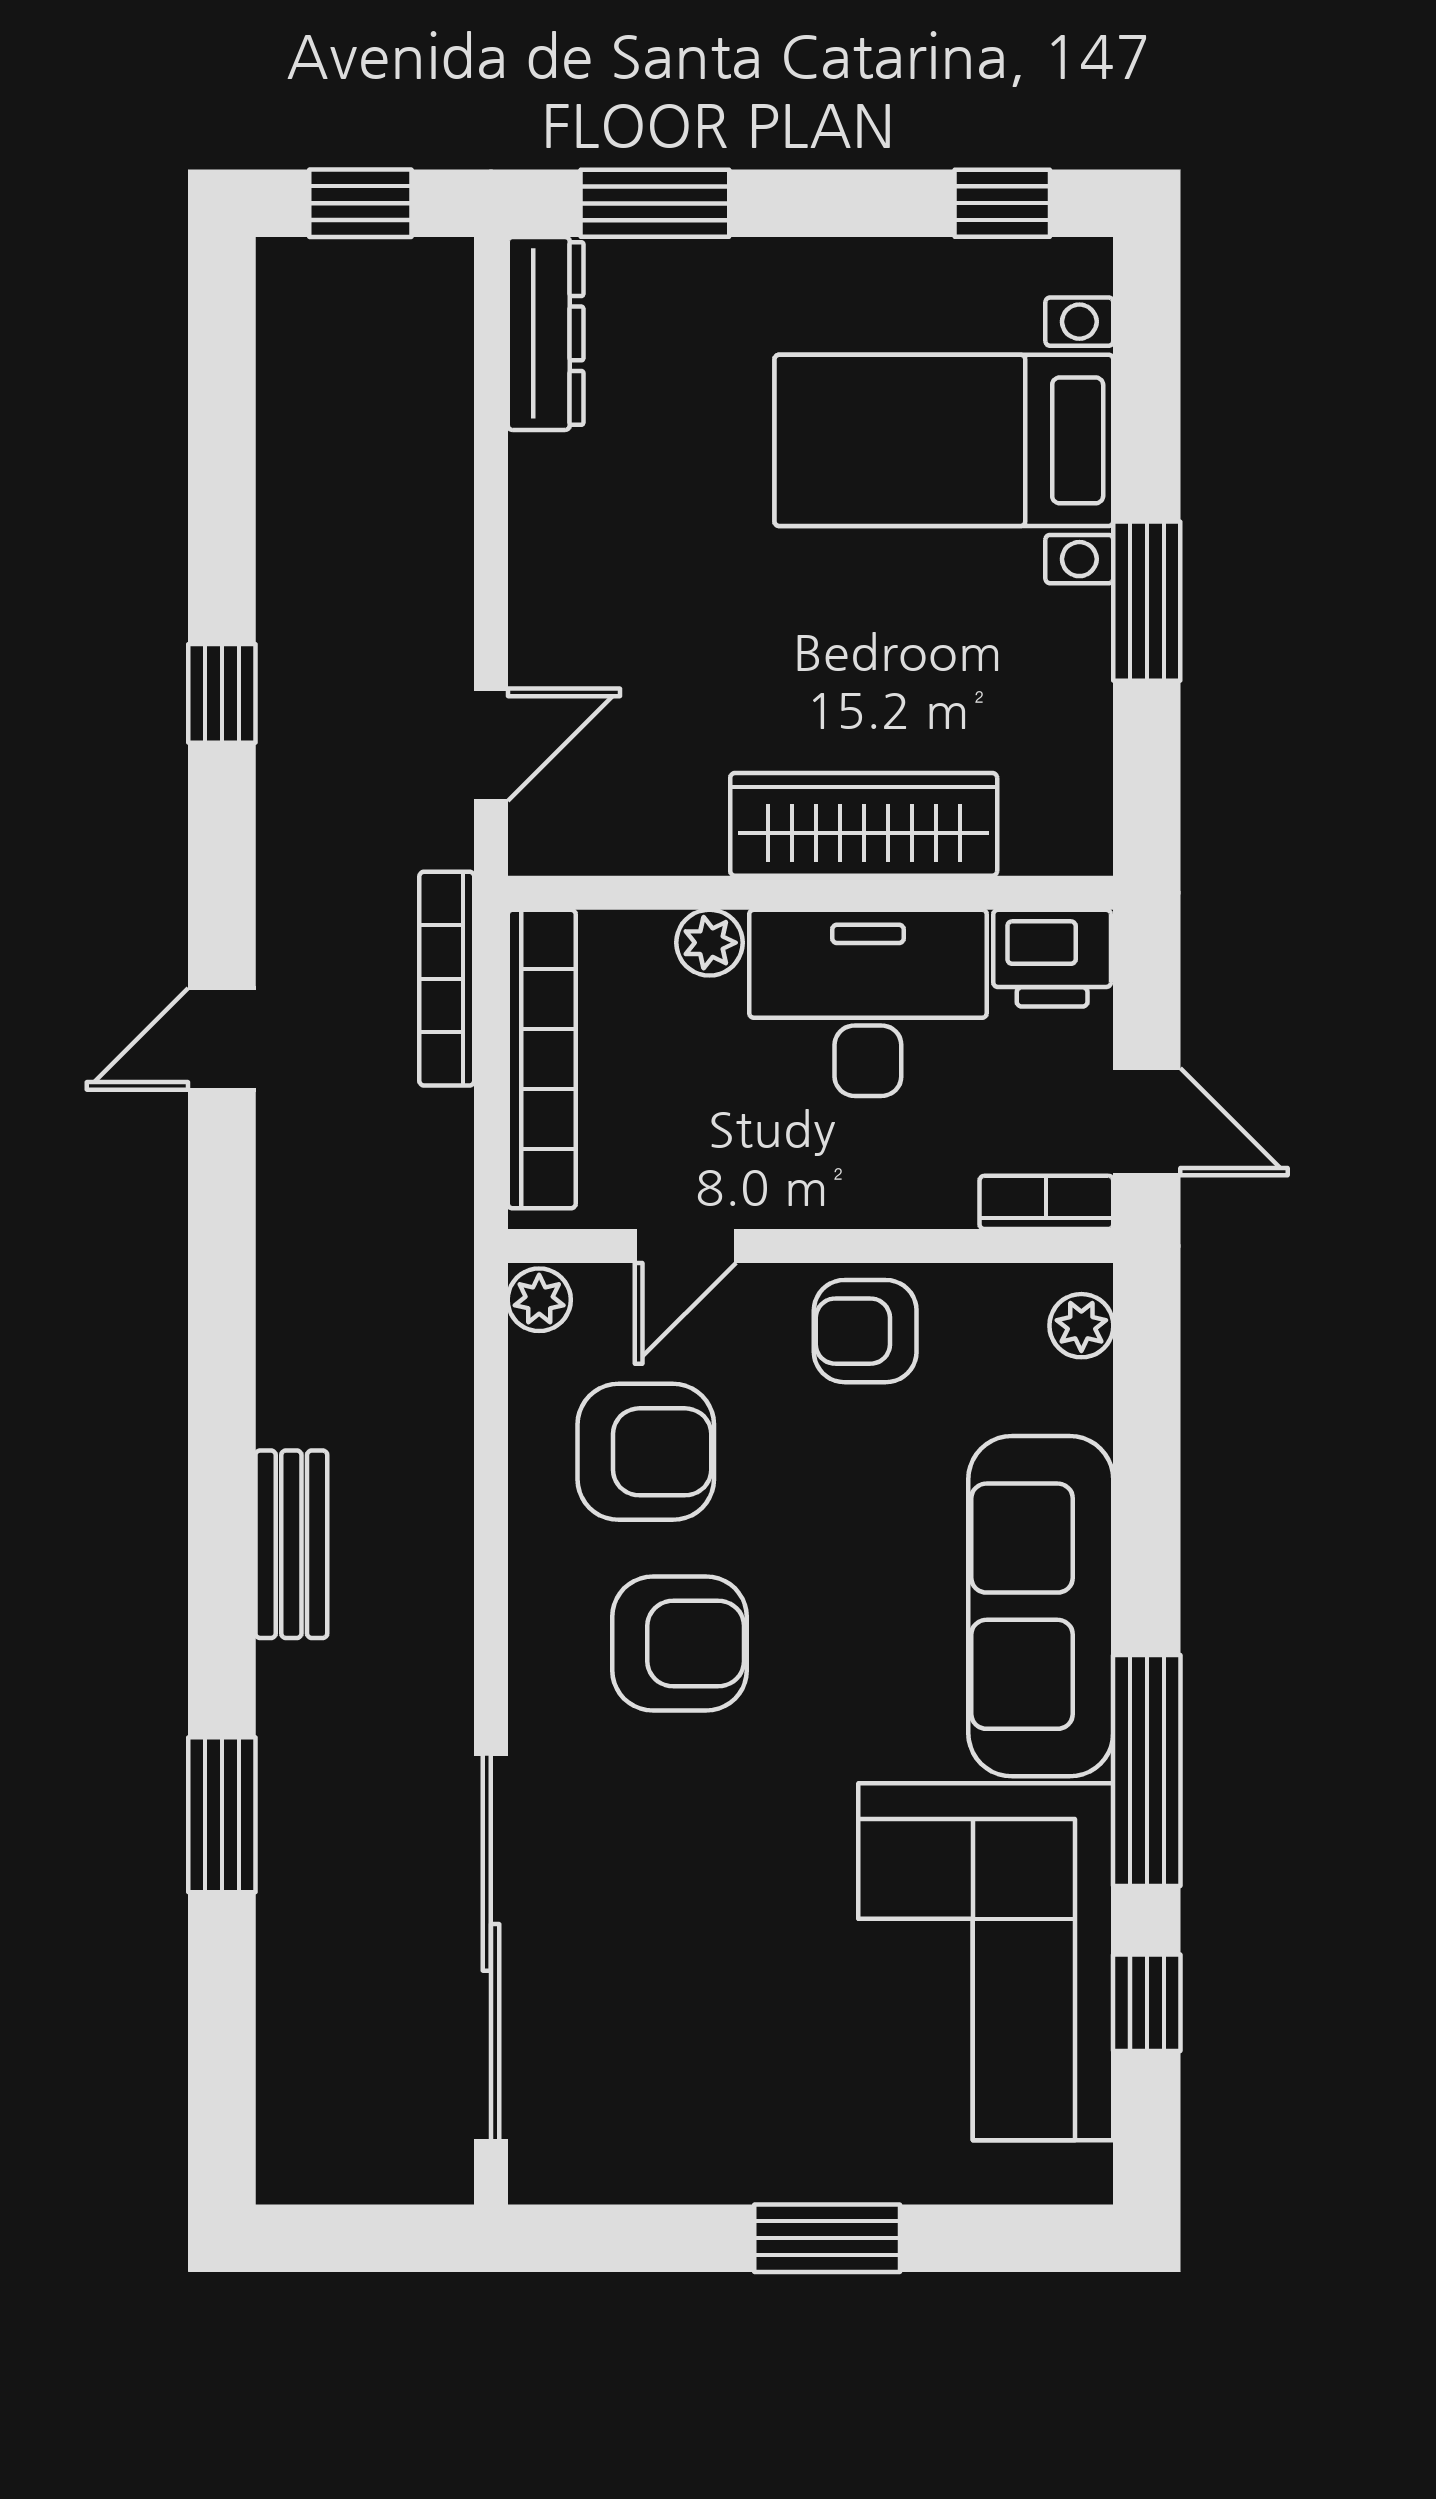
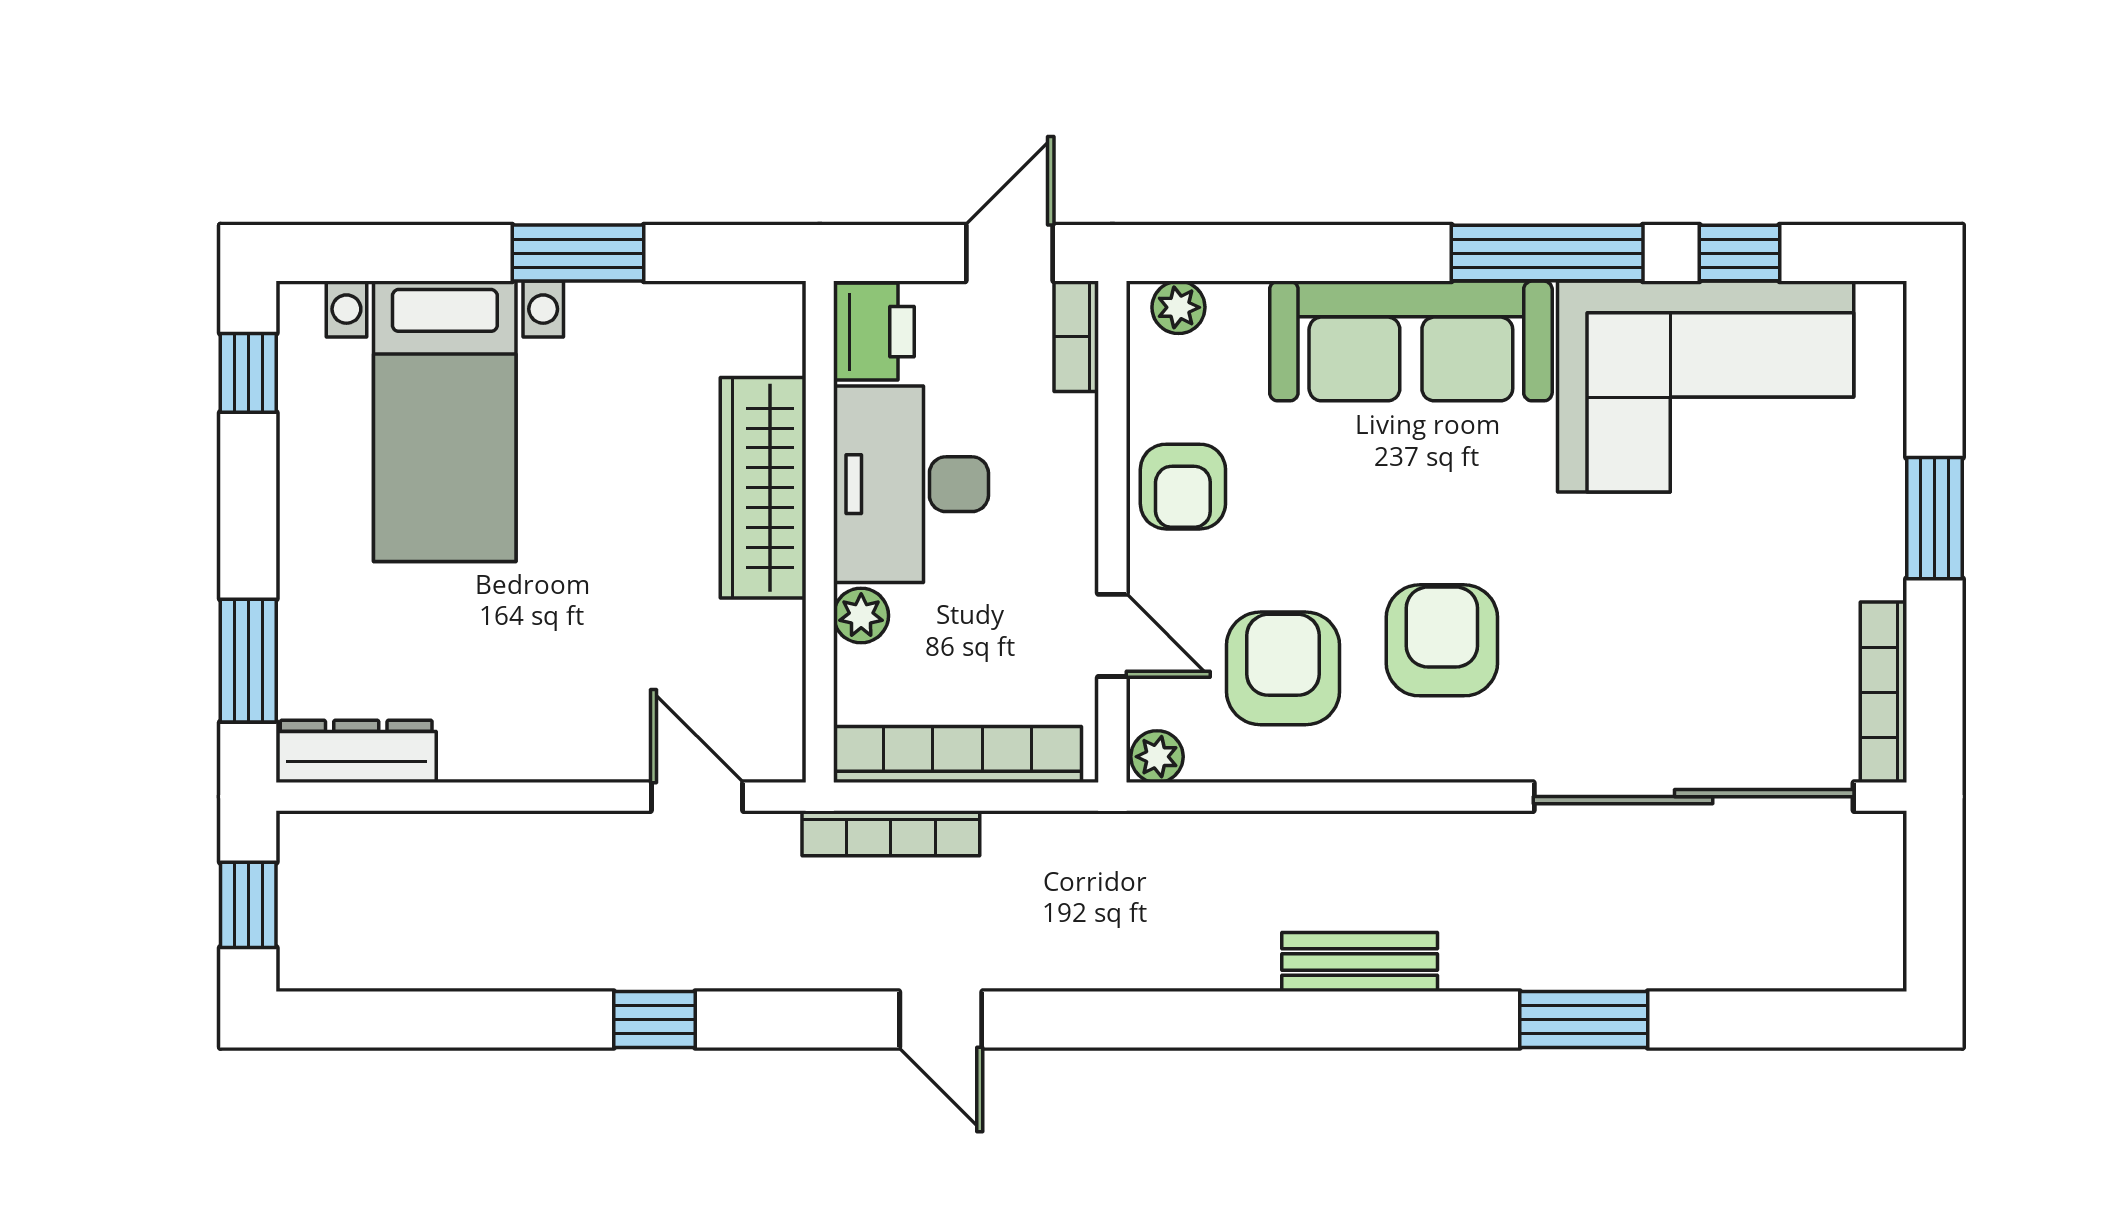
bookcase: (617, 2177) -> (1884, 692), added

